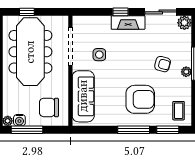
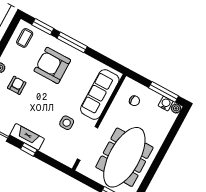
armchair: (163, 64) -> (17, 85), turned 75
chair: (49, 107) -> (134, 101), width x0.54, depth x0.54

